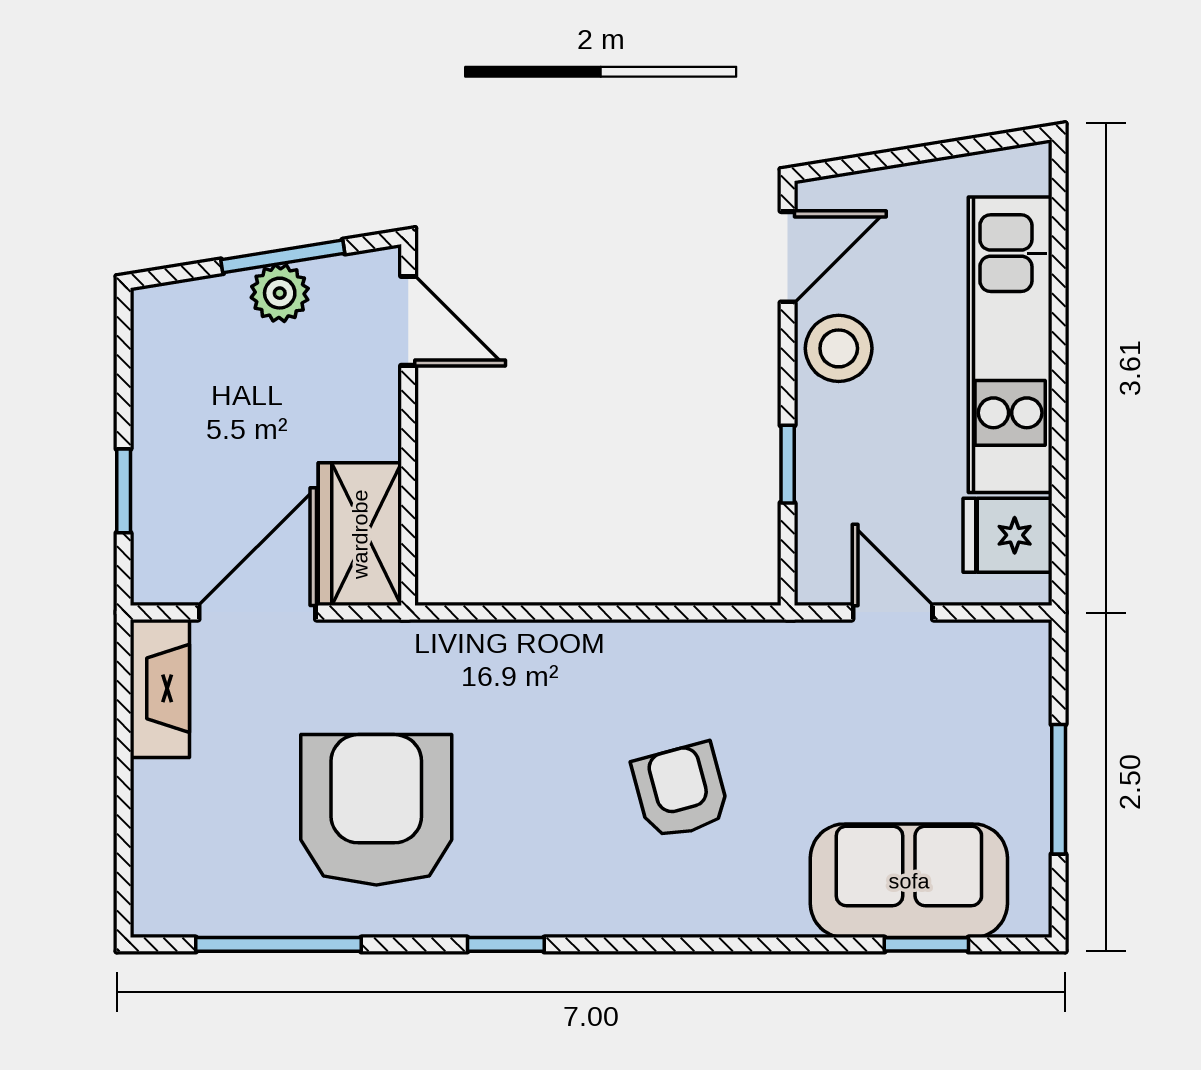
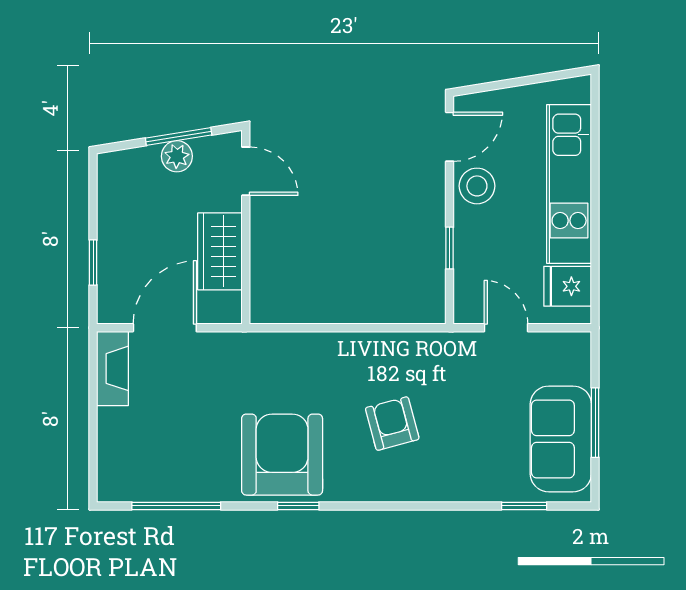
wardrobe: (360, 534) -> (220, 251), moved
armchair: (376, 810) -> (282, 455), moved
sofa: (909, 881) -> (561, 439), moved, turned -90

